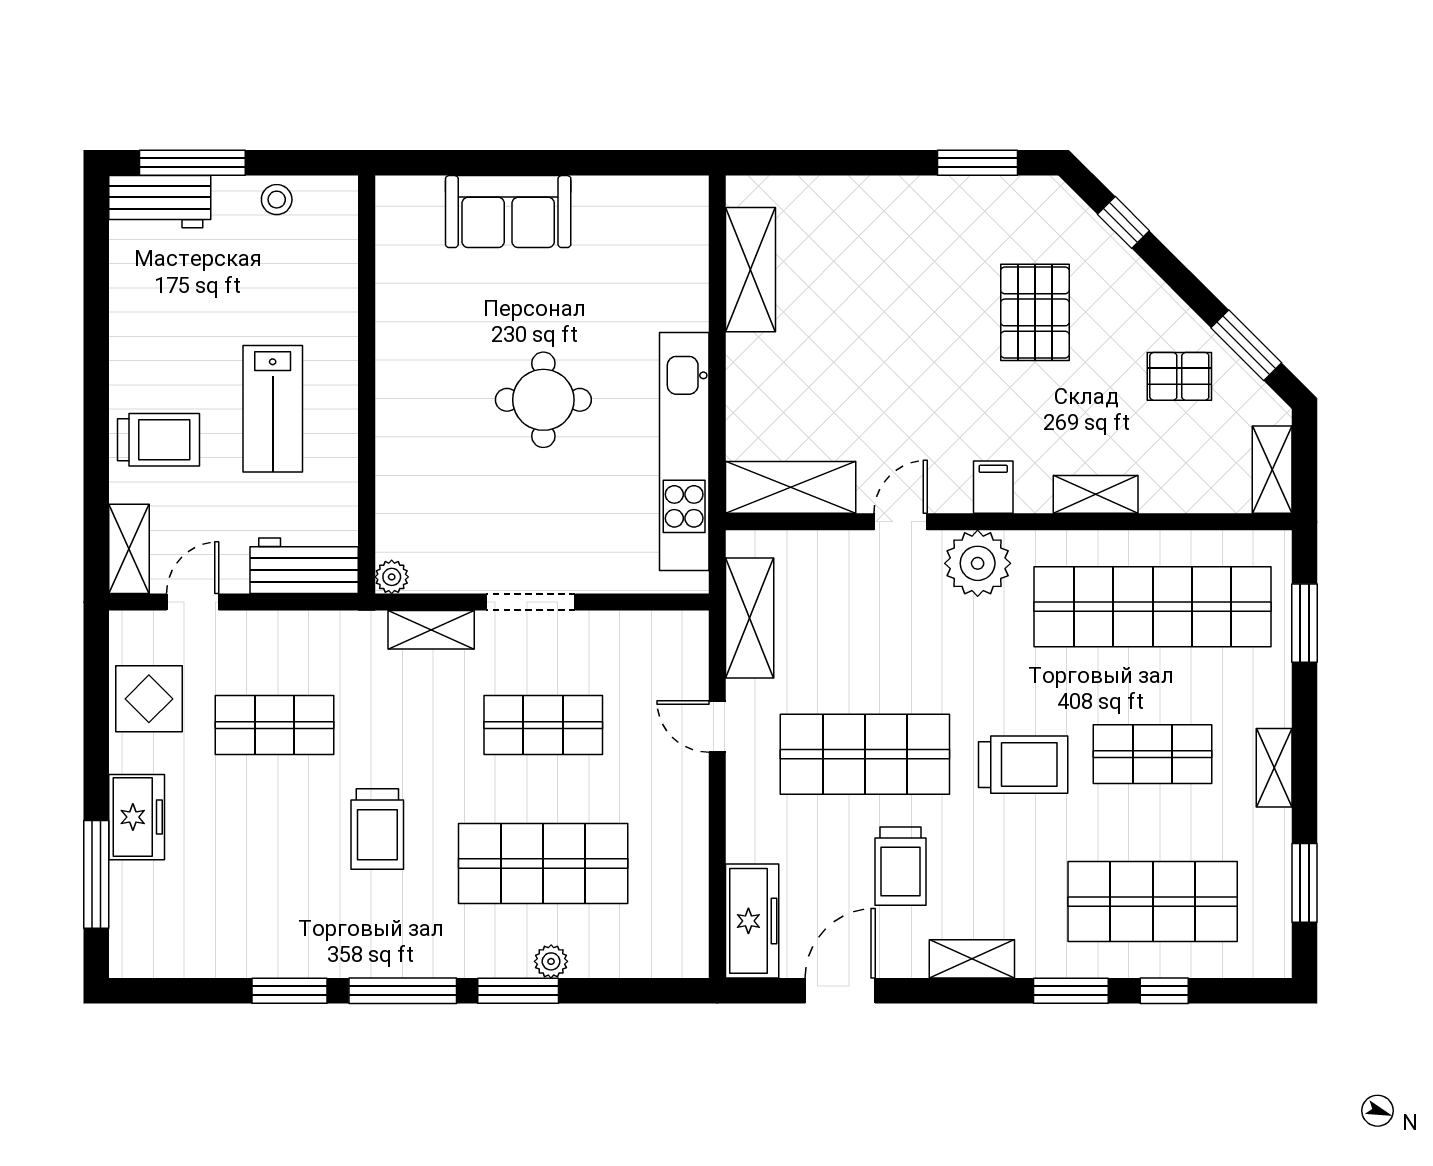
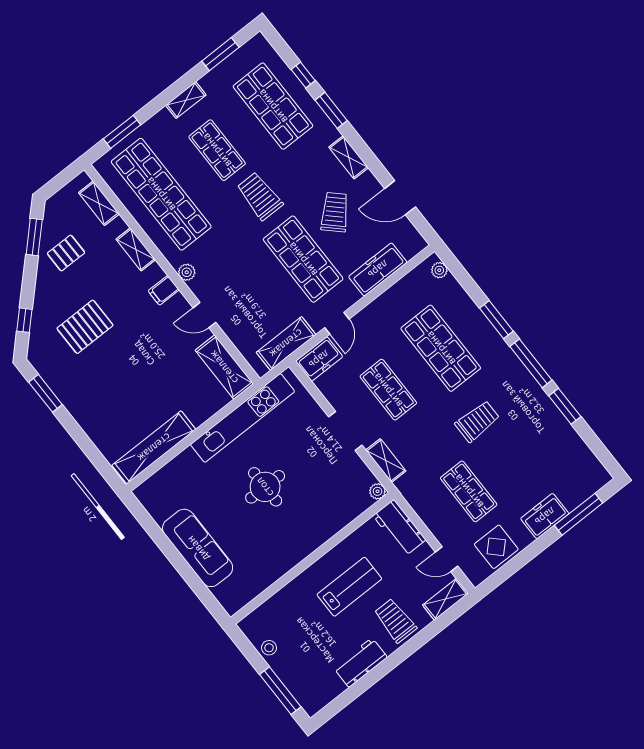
workbench: (160, 202) -> (360, 663), moved, turned -90
sofa: (508, 212) -> (198, 548), width x1.36
shelving: (751, 270) -> (154, 447), width x1.47
pallet: (1179, 376) -> (66, 253), turned 90
shelving: (1272, 470) -> (99, 203), moved, turned 90
plant: (978, 563) -> (187, 272), width x0.53, depth x0.53
freezer: (682, 652) -> (319, 359), added
trolley: (901, 866) -> (335, 212), turned -46
freezer: (752, 921) -> (378, 269), moved
plant: (551, 961) -> (439, 270), moved

